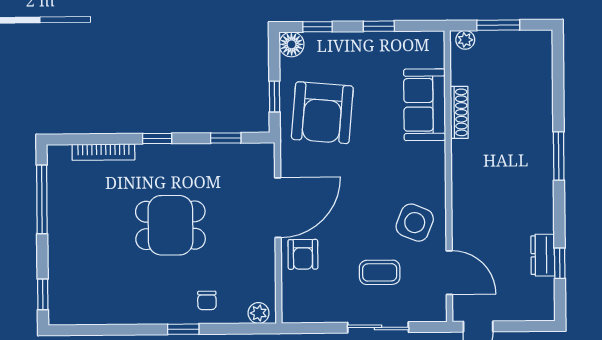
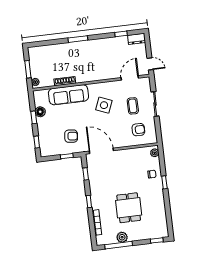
floor lamp: (292, 44) -> (40, 112), moved
sofa: (425, 105) -> (68, 95), width x1.36
armchair: (322, 113) -> (71, 136), width x0.53, depth x0.53
door: (278, 208) -> (101, 151), moved
plant: (60, 210) -> (122, 237), added
side table: (415, 223) -> (104, 105), moved
dining table: (170, 225) -> (129, 208), moved
armchair: (303, 254) -> (138, 130), moved
dresser: (543, 255) -> (137, 39), moved

